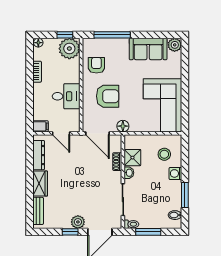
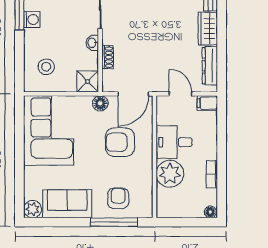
window: (65, 35) -> (176, 222), removed
plant: (69, 49) -> (170, 174), moved
armchair: (96, 65) -> (118, 198), moved, turned 180
door: (97, 133) -> (133, 94), swing flipped
shower: (132, 158) -> (88, 81), moved
washing machine: (175, 173) -> (32, 20), moved

